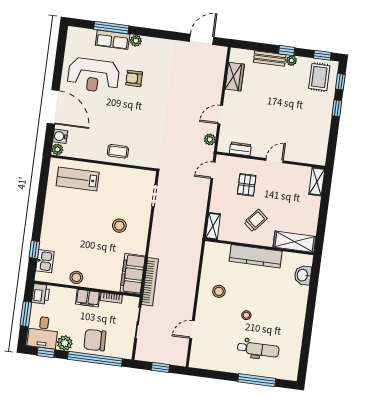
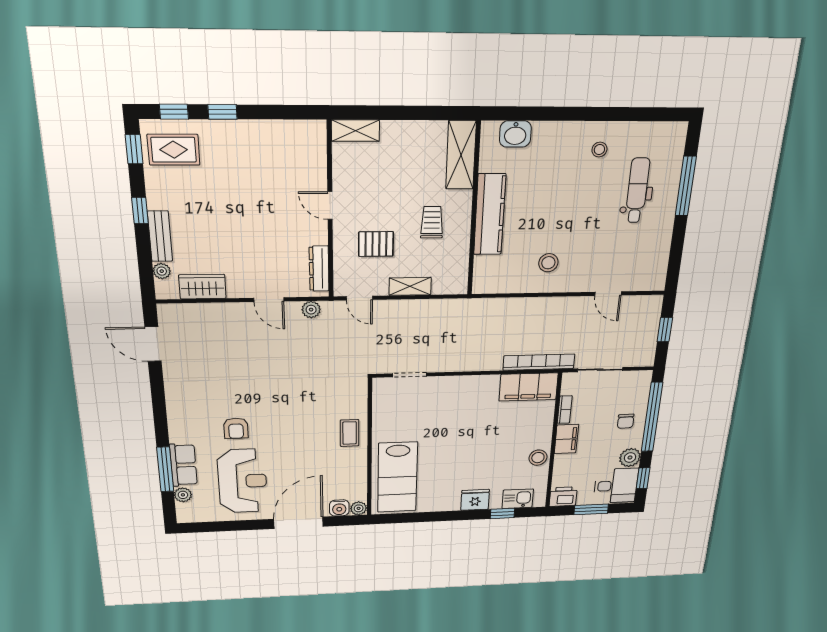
plant: (136, 41) -> (183, 495), moved
plant: (291, 61) -> (162, 271), moved
dresser: (240, 149) -> (319, 269), width x1.44
lab bench: (78, 179) -> (398, 477), width x1.36, depth x1.39
trolley: (256, 220) -> (432, 222), turned 50
stool: (119, 226) -> (459, 415), removed
shelving: (213, 226) -> (410, 286), moved
fridge: (49, 231) -> (475, 500), added
stool: (246, 315) -> (599, 149), moved
chair: (95, 340) -> (626, 421), width x0.54, depth x0.54

